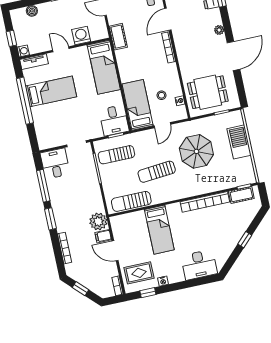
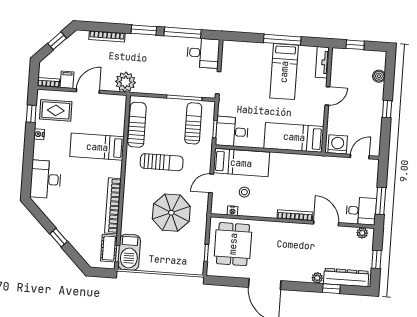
plant: (219, 30) -> (317, 278), moved
washing machine: (81, 36) -> (338, 144), moved, turned -90
cot: (118, 37) -> (323, 163), removed
washing machine: (23, 51) -> (338, 54), removed
window: (25, 101) -> (282, 40), width x0.68
door: (162, 125) -> (211, 183), hinge flipped
barbecue: (239, 142) -> (129, 252), moved, turned 90
sun lounger: (157, 172) -> (162, 162), turned 95
filing cabinet: (103, 236) -> (67, 80), moved
rug: (139, 273) -> (56, 110), turned 90

